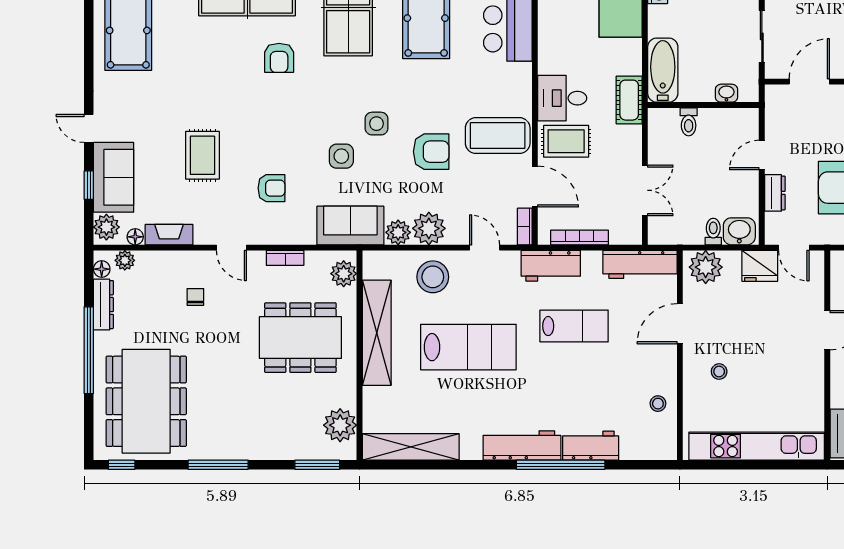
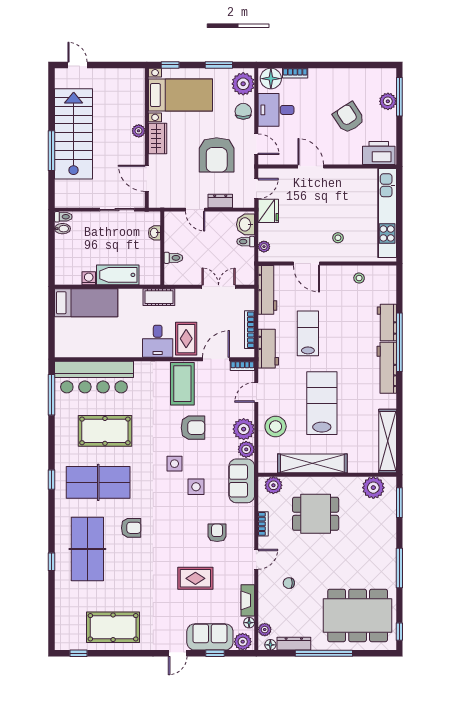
bathtub: (663, 70) -> (118, 275), moved
armchair: (431, 152) -> (193, 428), turned 90
plant: (706, 267) -> (264, 247), width x0.53, depth x0.53
dining table: (300, 338) -> (316, 514), width x0.73

